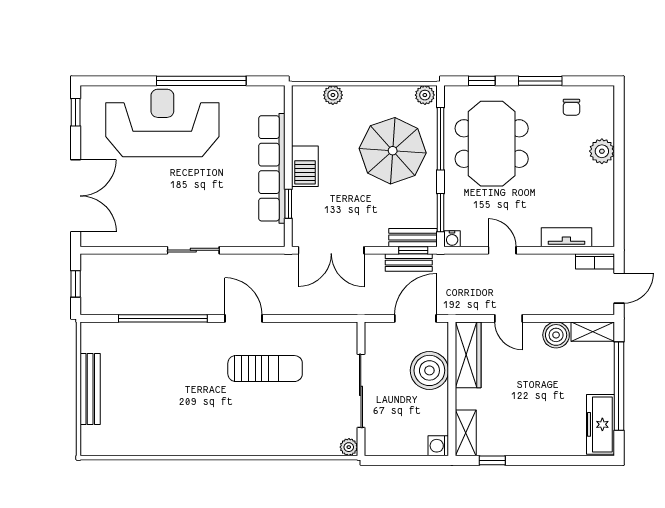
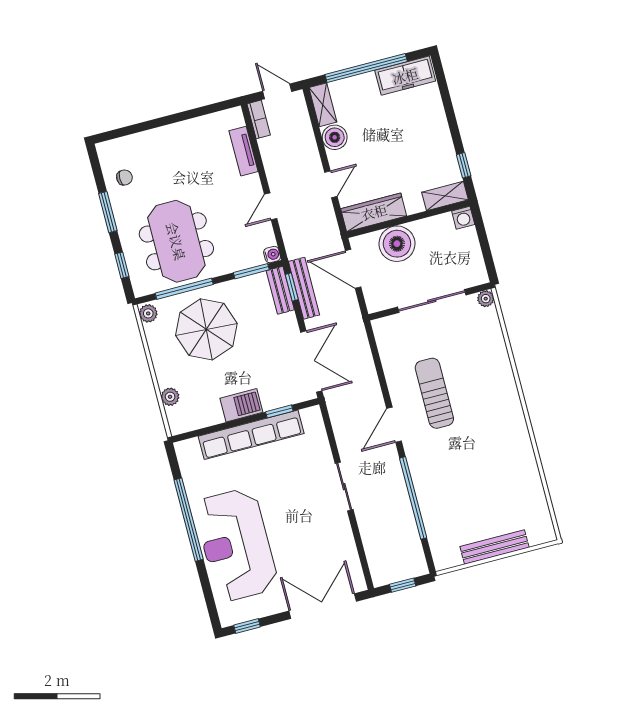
meeting table: (492, 144) -> (176, 241), turned 90
plant: (602, 151) -> (157, 139), removed
bench: (409, 263) -> (304, 288), width x1.36

